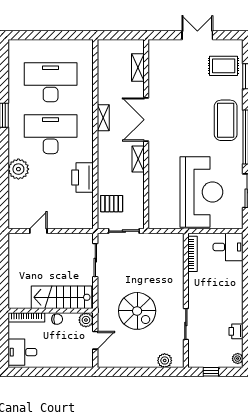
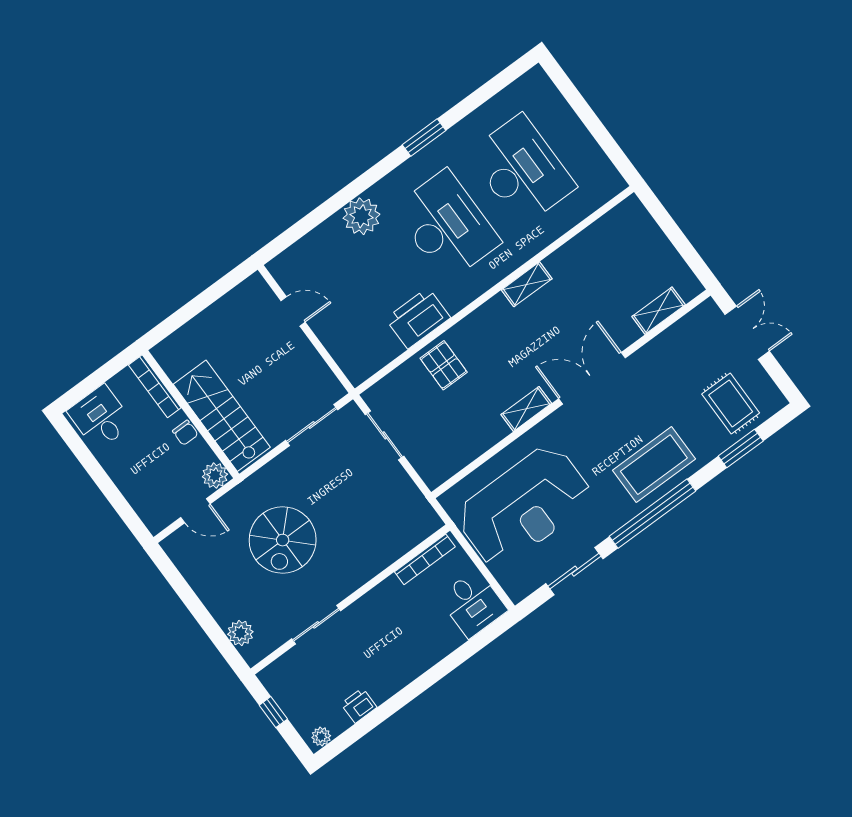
shelving: (138, 68) -> (659, 311), moved
double door: (146, 120) -> (592, 378), moved
wall: (146, 134) -> (571, 394), moved
shelving: (138, 159) -> (526, 409), moved
pallet: (112, 204) -> (444, 365), moved

